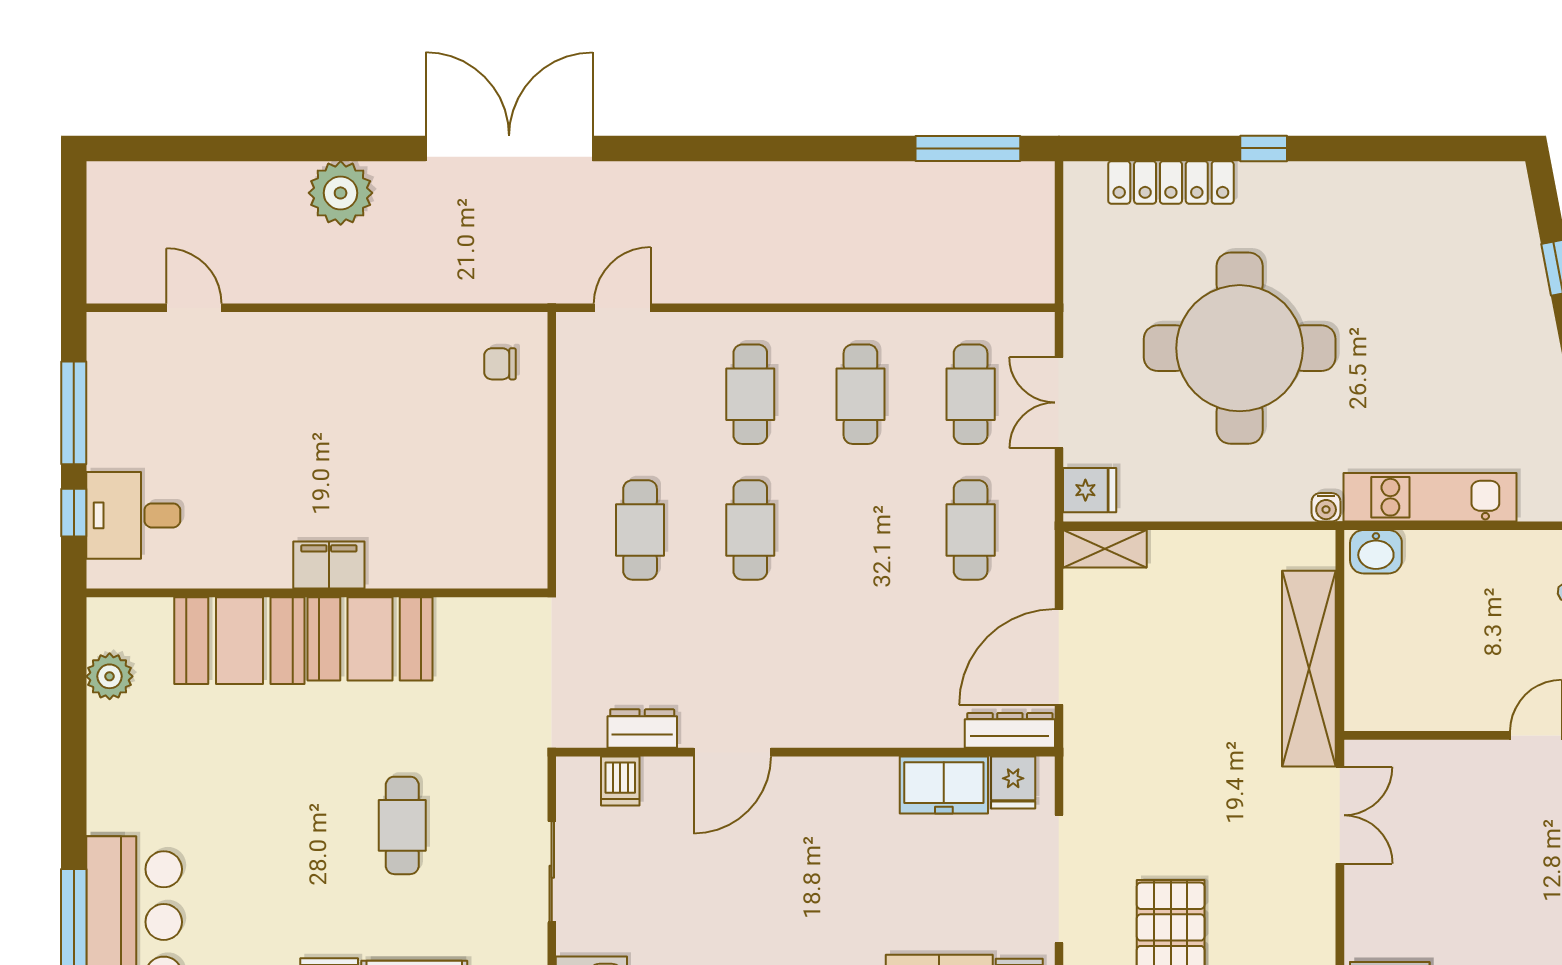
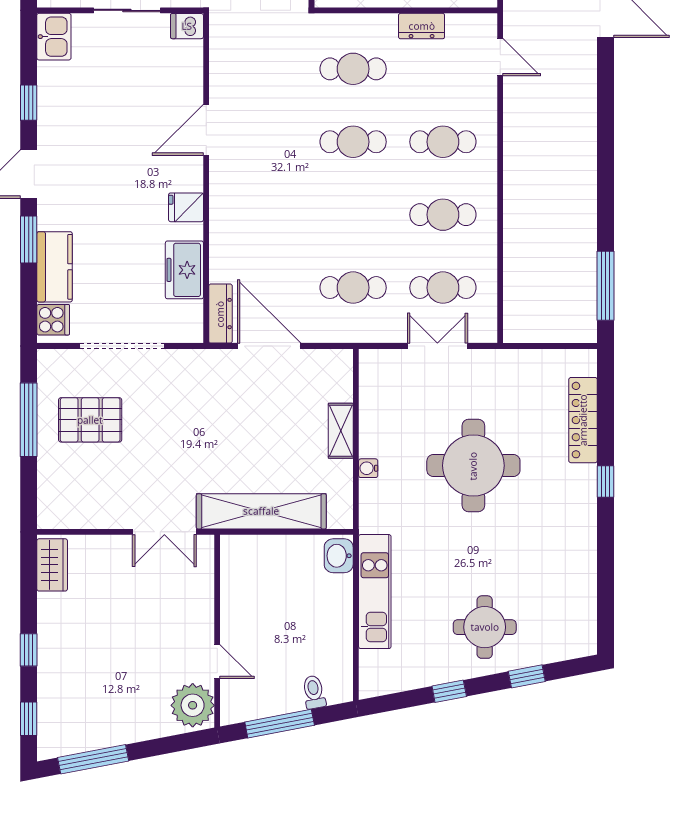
round table: (1484, 331) -> (485, 627), added
round table: (1240, 348) -> (473, 466), width x0.73, depth x0.73
fridge: (1090, 490) -> (379, 366), removed
water cooler: (1326, 507) -> (368, 468), moved
shelving: (1105, 549) -> (341, 431), moved
dresser: (642, 728) -> (422, 26), moved, turned 90
door: (732, 752) -> (206, 130), hinge flipped
dishwasher: (620, 781) -> (187, 26), moved
fridge: (1013, 783) -> (186, 207), moved

